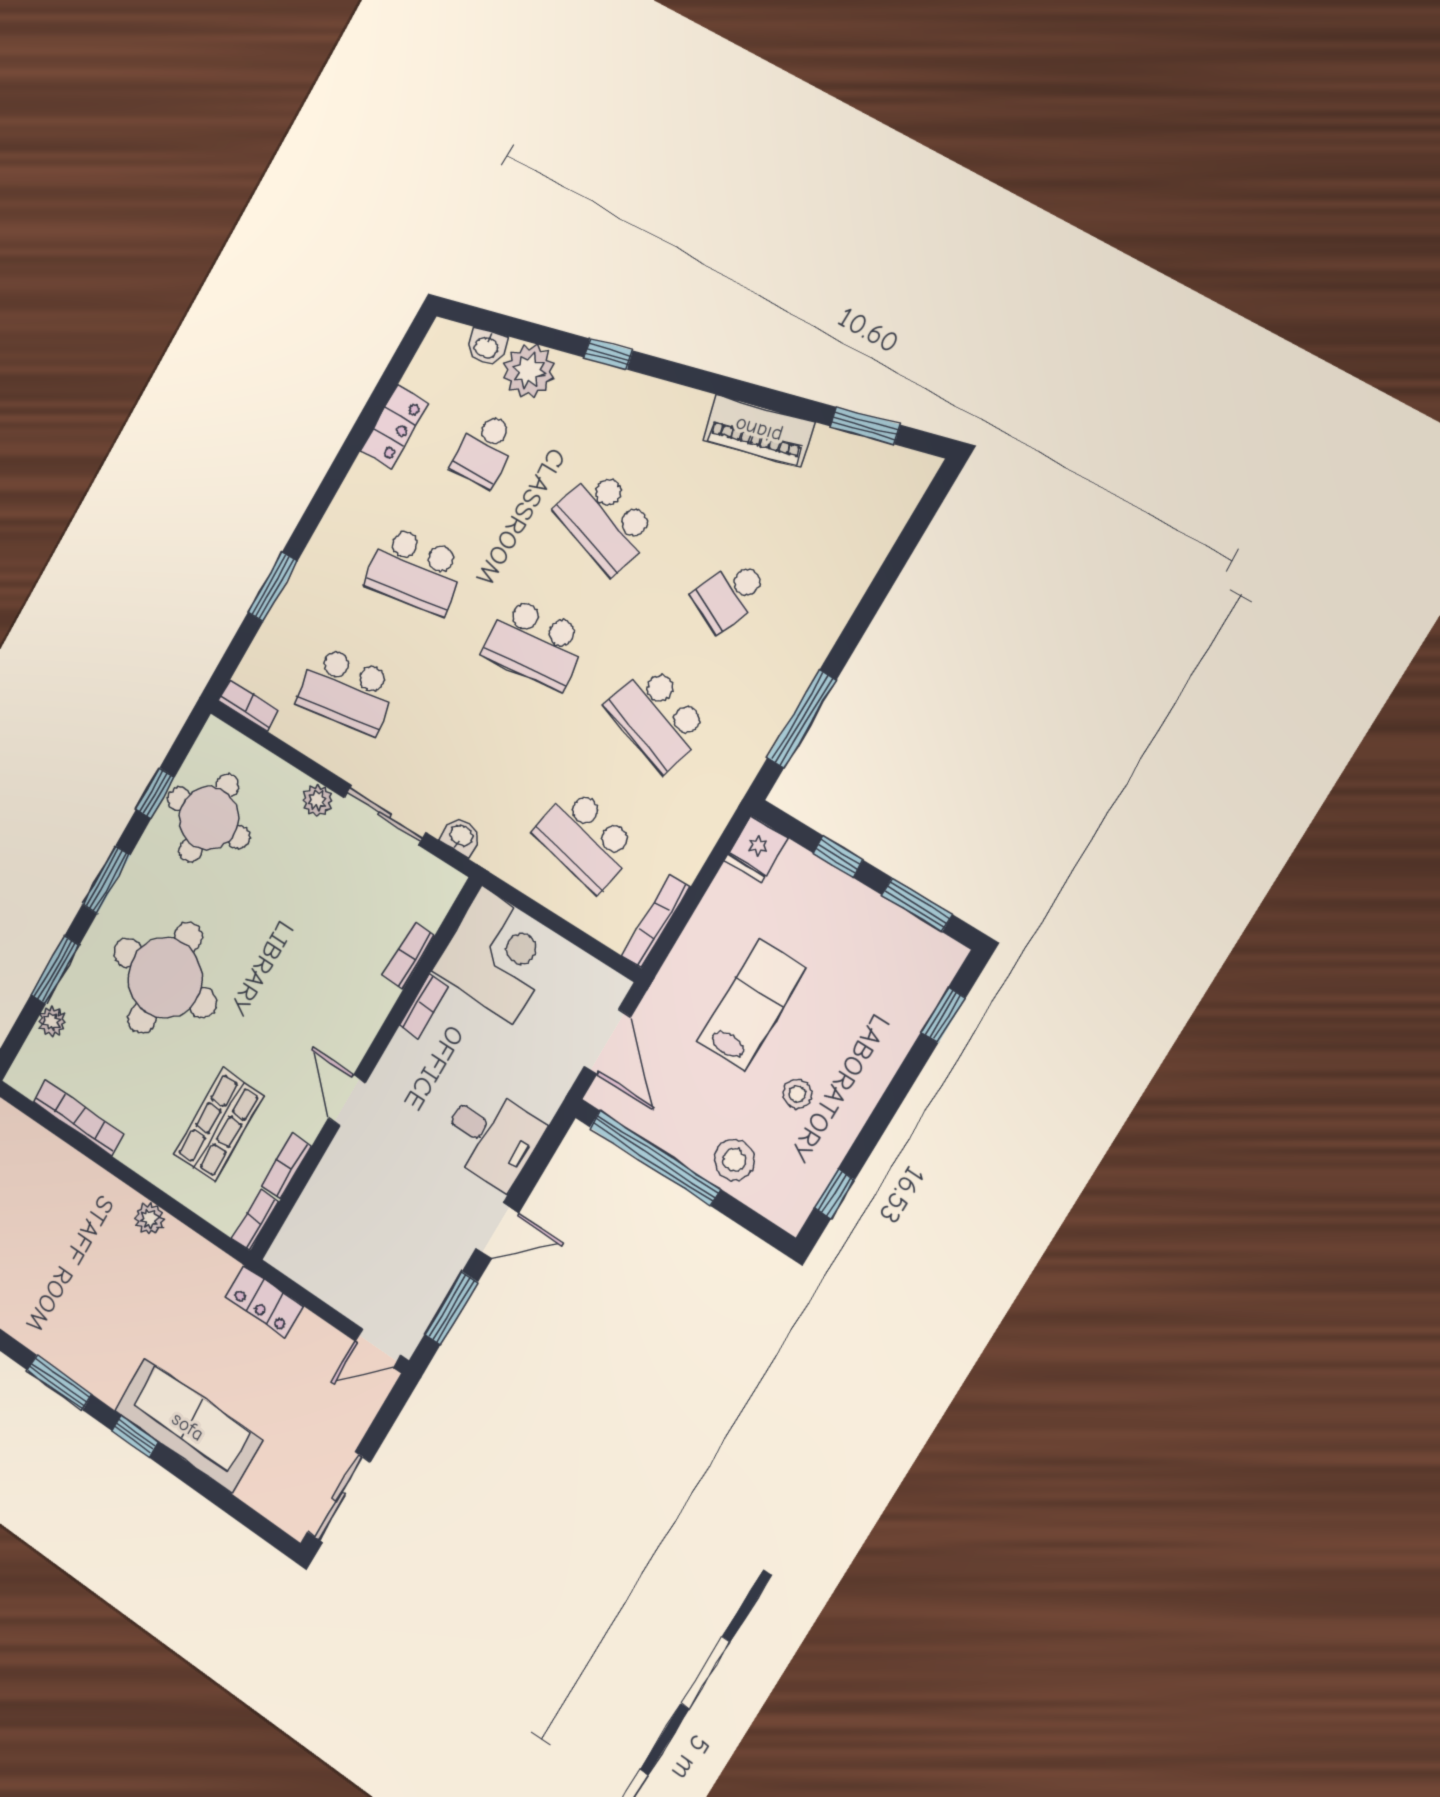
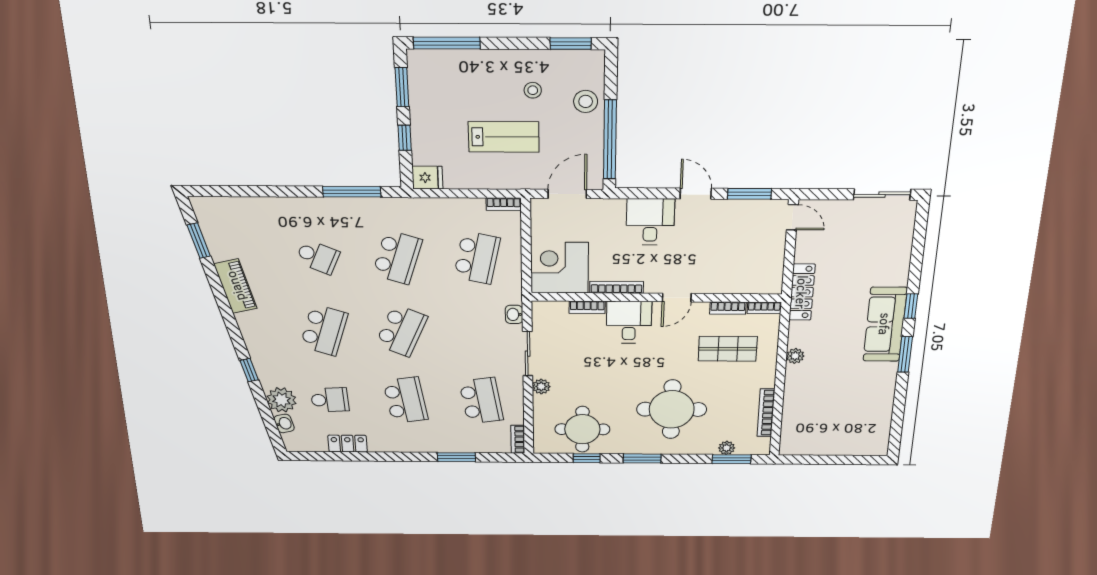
school desk: (535, 643) -> (401, 331), turned 30
bookcase: (656, 922) -> (504, 204), width x0.64
window: (55, 970) -> (732, 459), moved
desk: (348, 1003) -> (629, 322), added
lab bench: (752, 1005) -> (504, 137), turned 180
bookcase: (424, 1006) -> (617, 287), width x1.56
window: (943, 1015) -> (447, 43), width x2.17
window: (834, 1194) -> (571, 44), width x1.50
locker: (265, 1302) -> (802, 292), width x1.53
sofa: (188, 1426) -> (885, 324), moved

